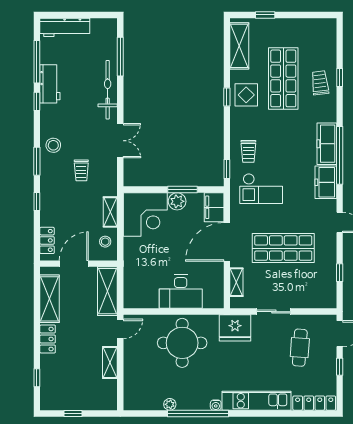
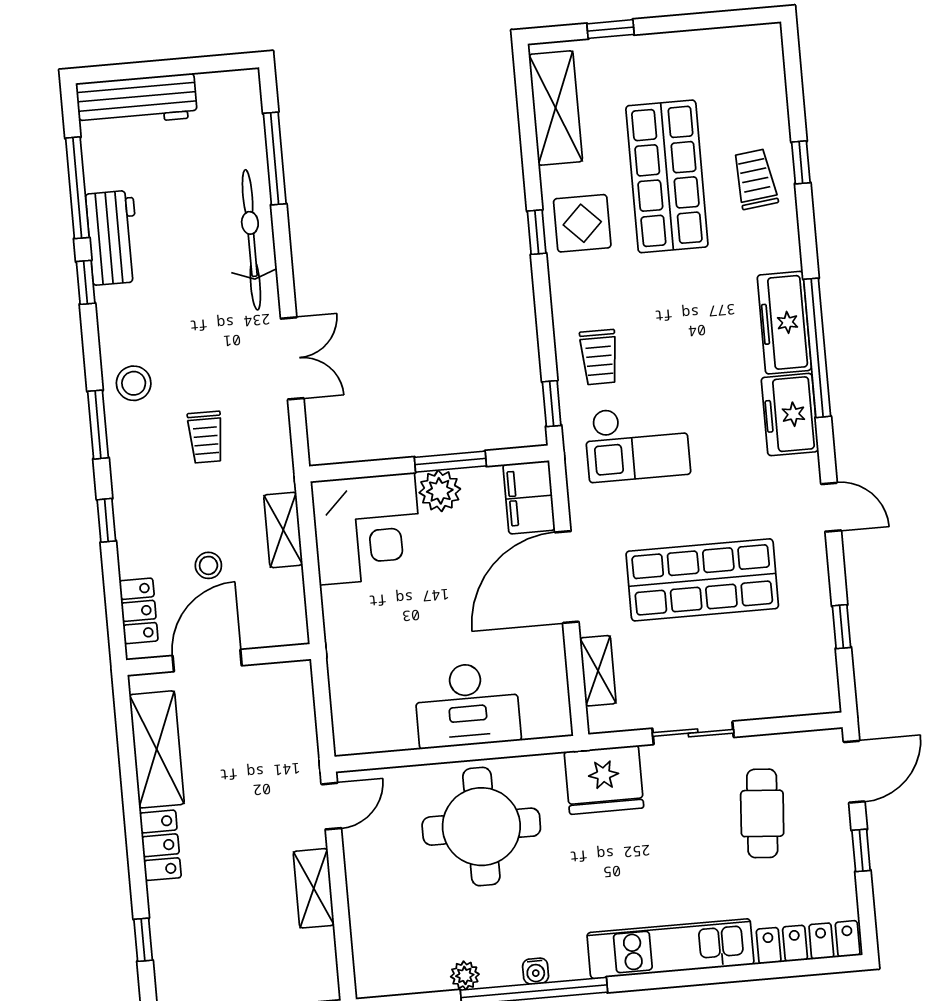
stool: (105, 242) -> (208, 565), moved
shelving: (107, 291) -> (293, 719), removed
water cooler: (216, 405) -> (536, 971), moved

